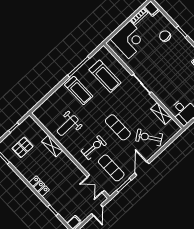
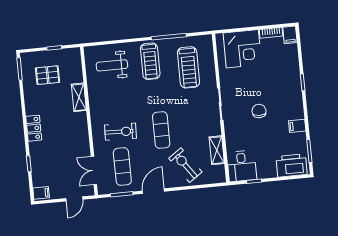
chair: (165, 36) -> (259, 111), moved
weight bench: (68, 126) -> (112, 65), moved

